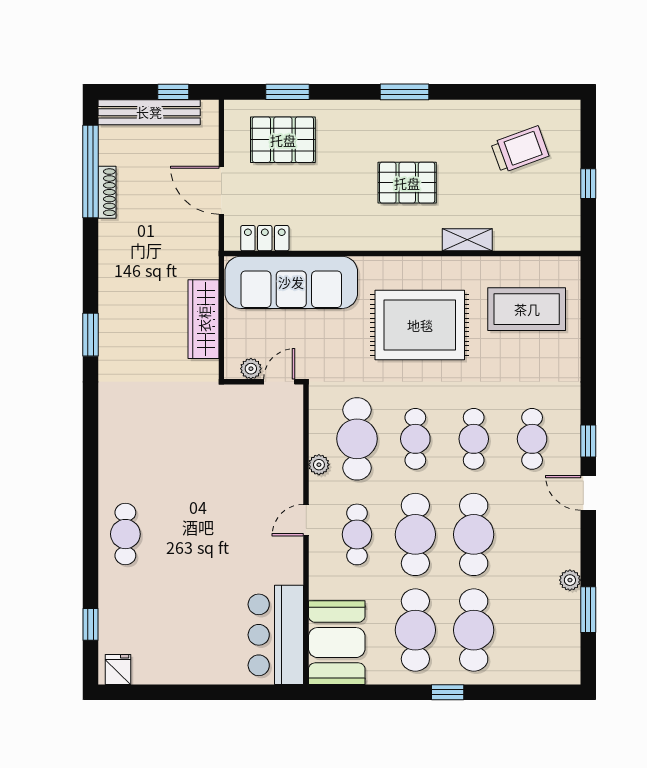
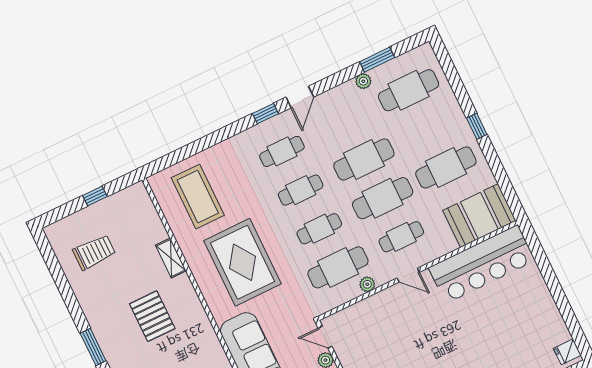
trolley: (520, 149) -> (94, 252), turned 110
cafe table: (474, 630) -> (409, 90), moved
bar counter: (276, 635) -> (482, 264), width x1.36

